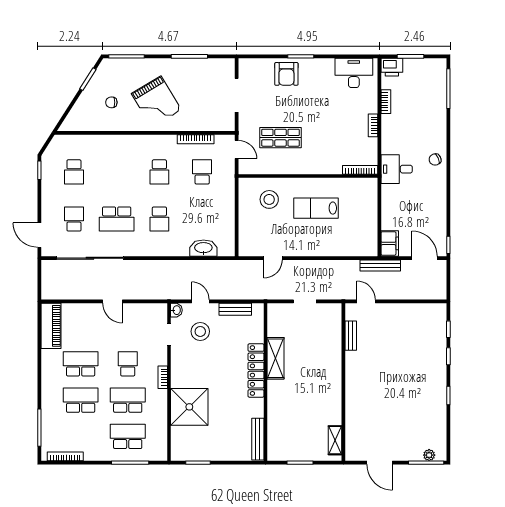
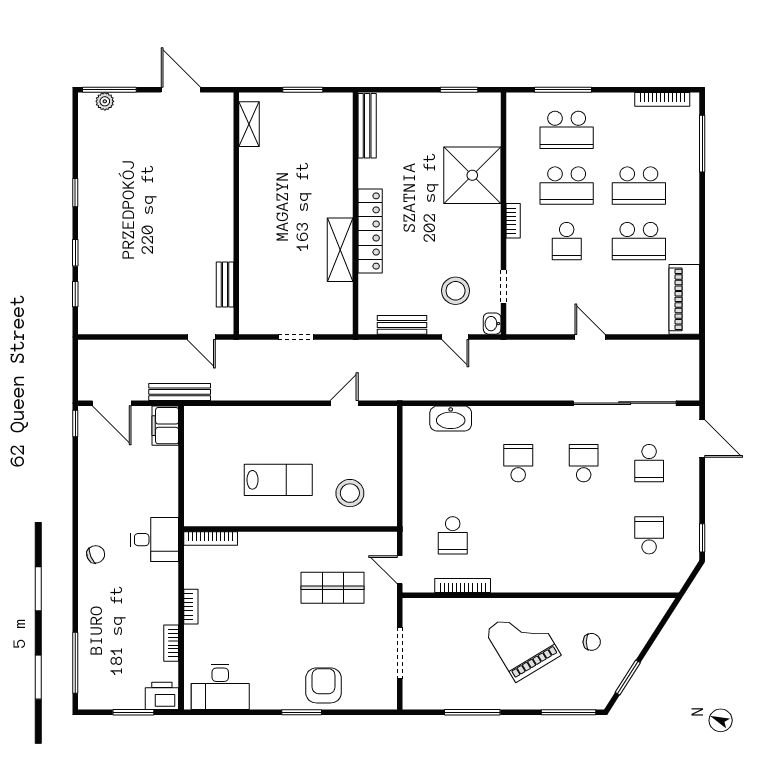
school desk: (159, 172) -> (518, 535), removed
school desk: (117, 219) -> (584, 463), width x0.54

